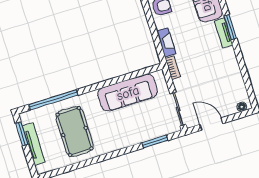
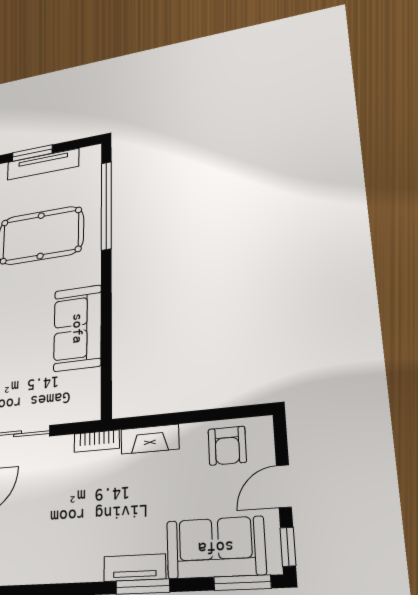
sofa: (128, 93) -> (78, 328), width x0.73
window: (22, 134) -> (32, 153), moved

